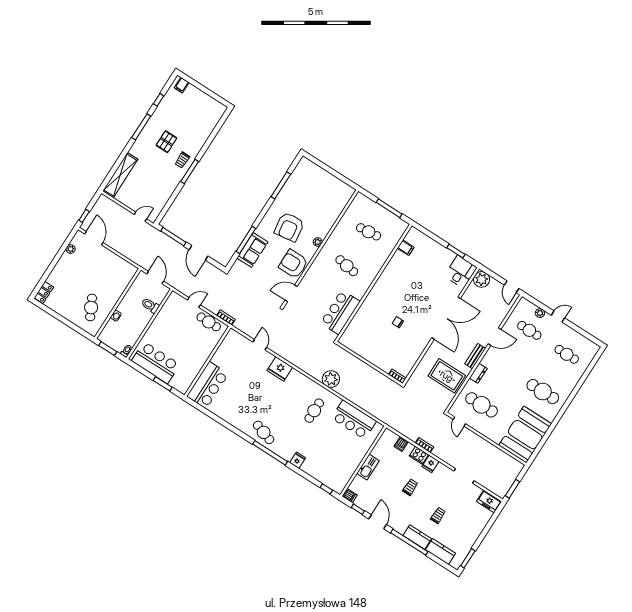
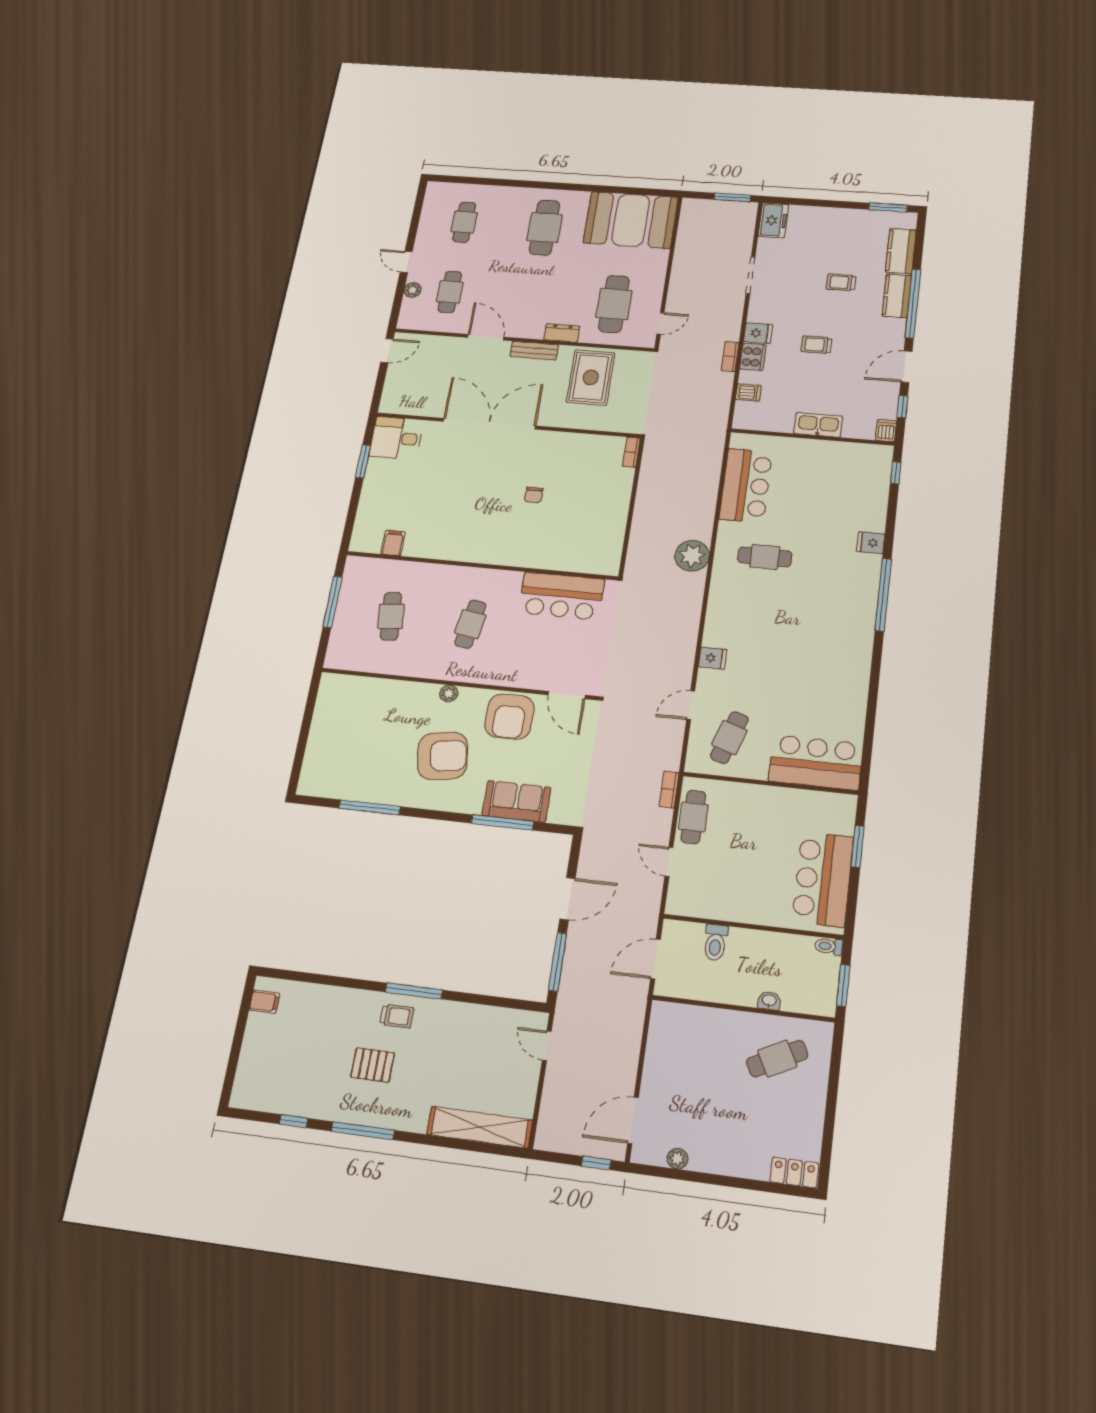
filing cabinet: (182, 85) -> (264, 1002), moved
plant: (482, 279) -> (395, 400), removed
fridge: (280, 369) -> (713, 658), width x0.53, depth x0.75
cafe table: (264, 432) -> (729, 738), moved

